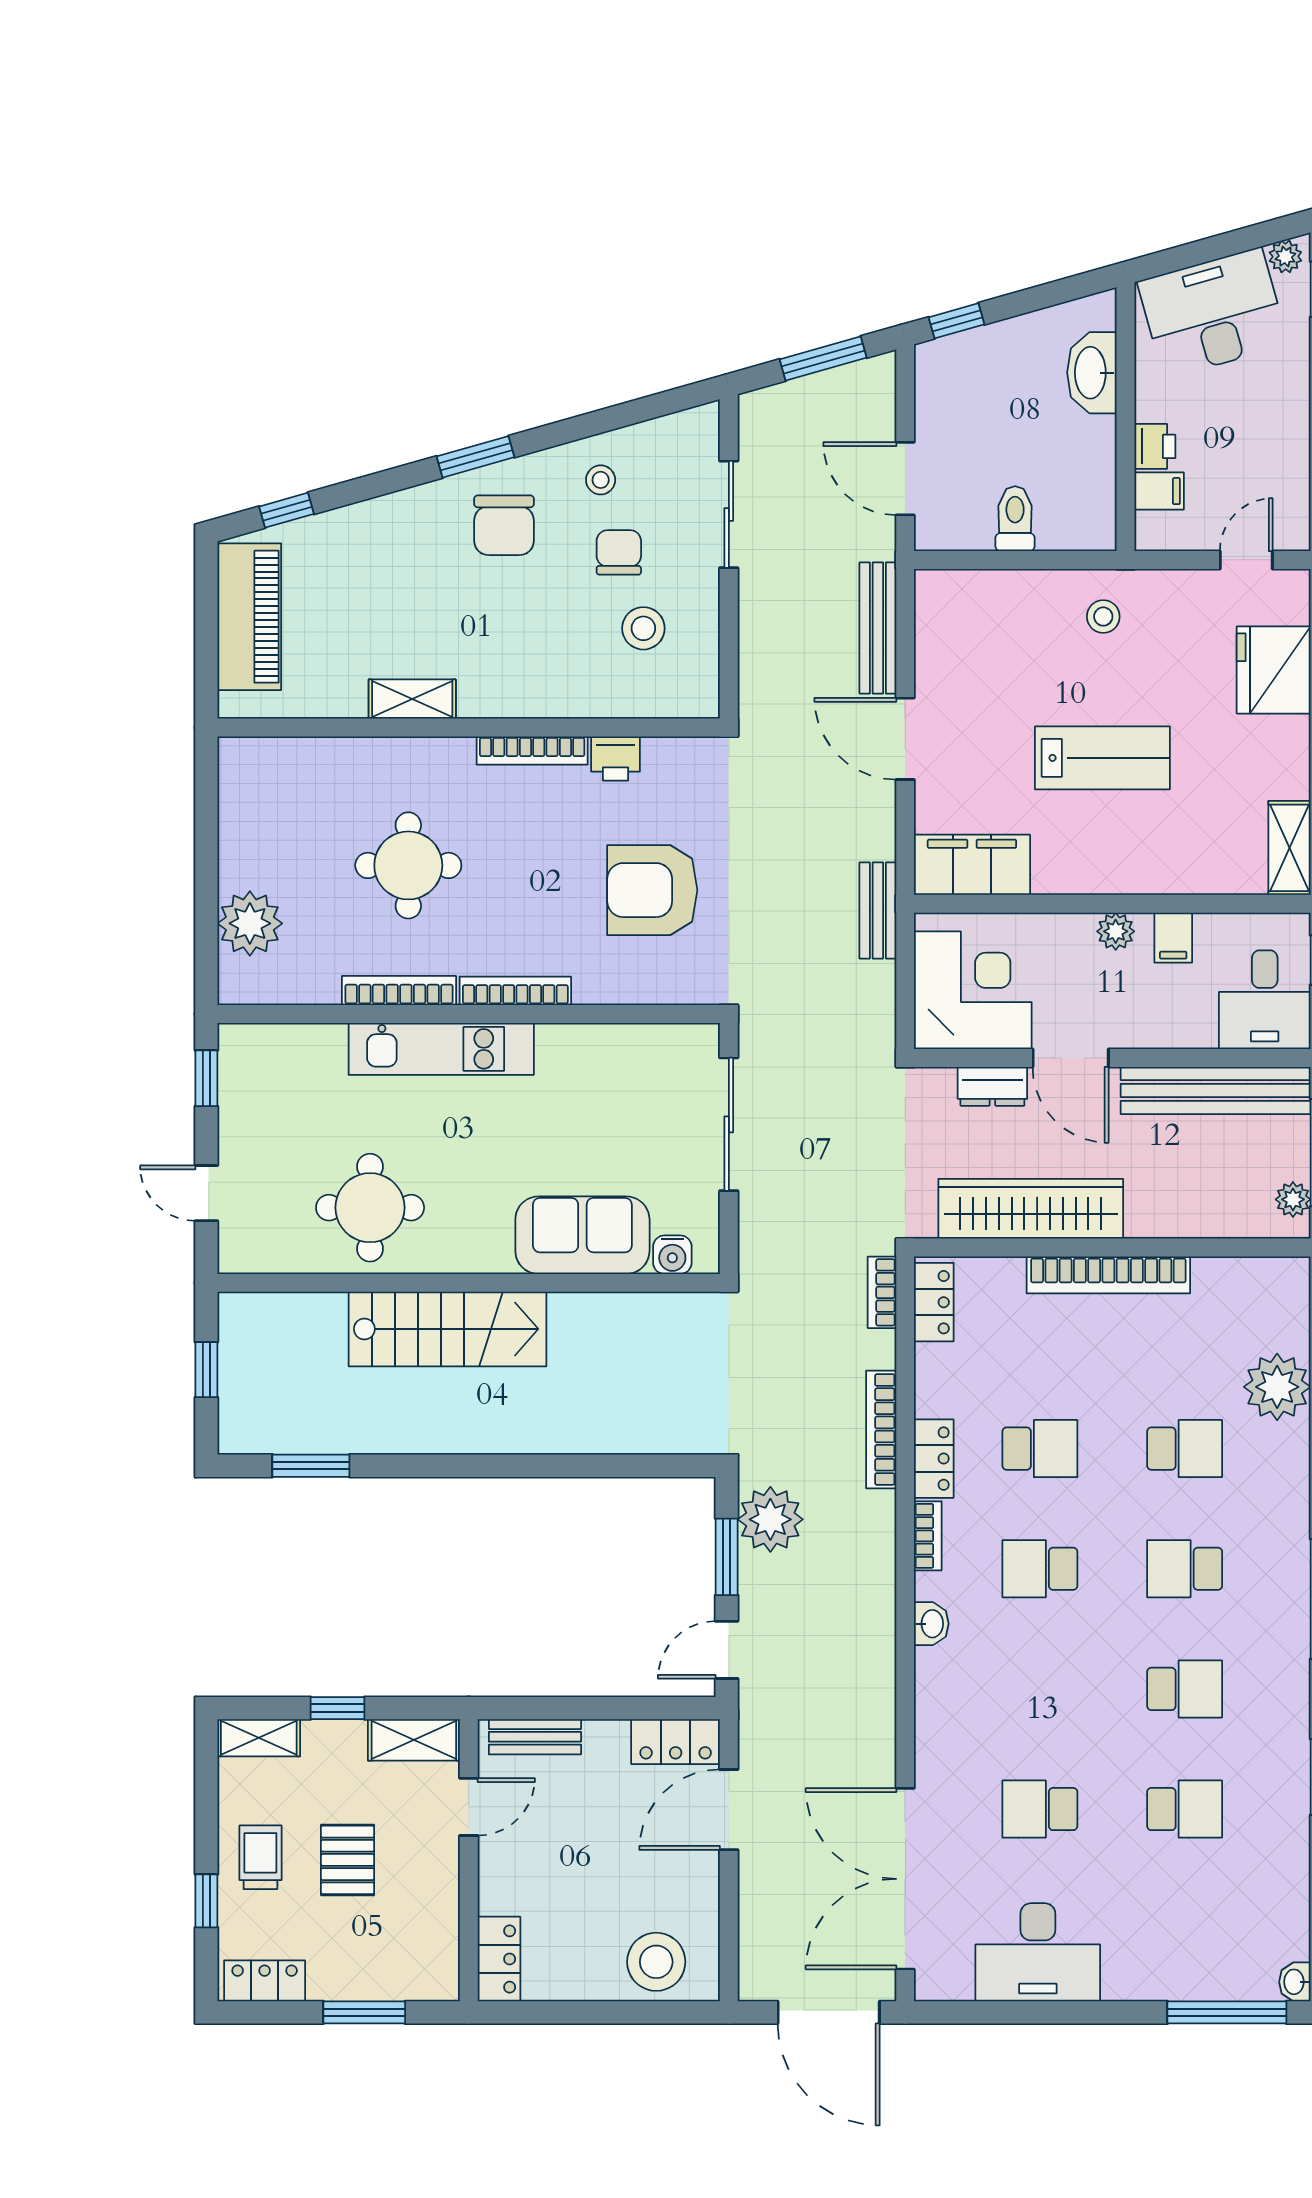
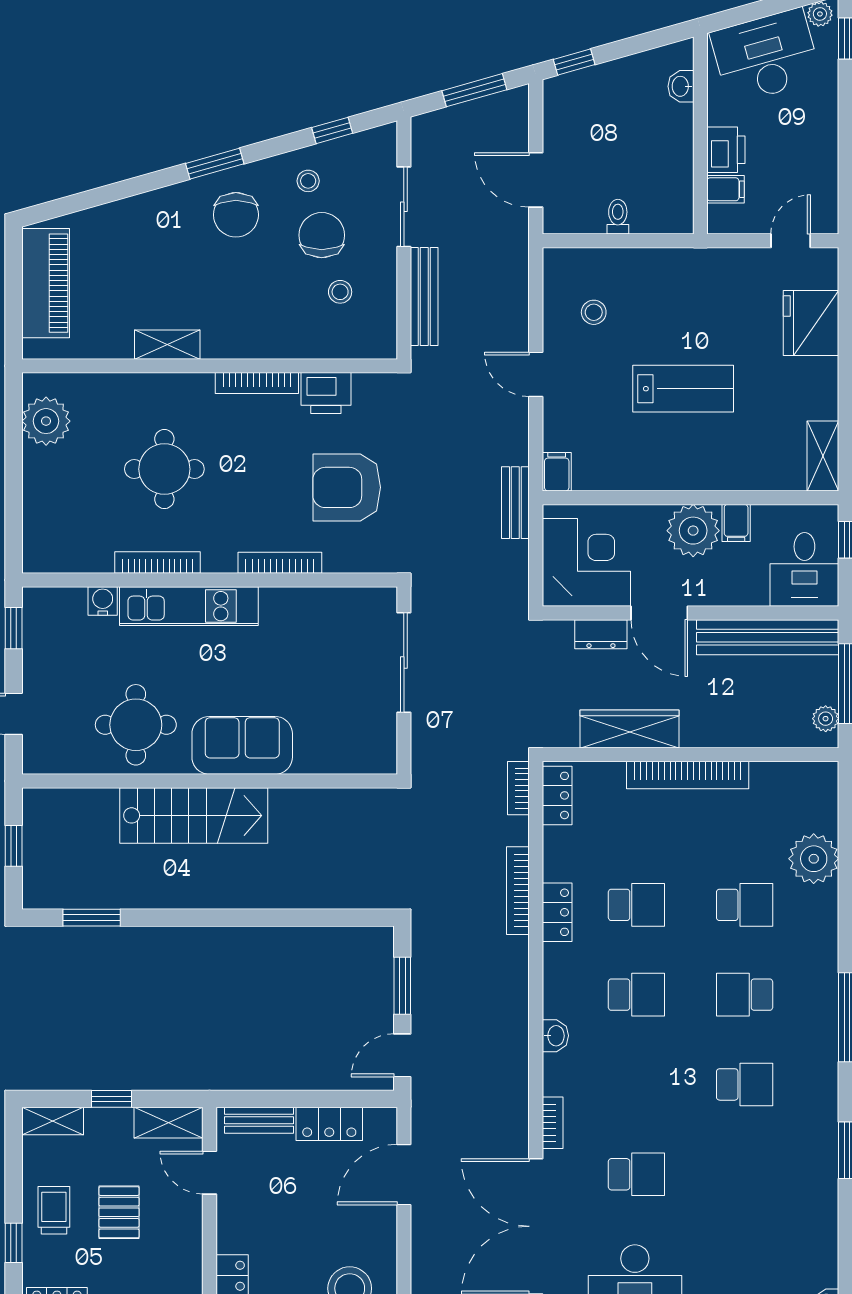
washbasin: (1092, 373) -> (681, 86), width x0.52, depth x0.69
printer: (1155, 446) -> (726, 150), width x1.36, depth x1.24
window: (286, 510) -> (332, 130), moved
toilet: (1015, 519) -> (618, 217), width x0.73, depth x0.72
chair: (619, 552) -> (322, 235), width x1.37, depth x1.37
stool: (1103, 617) -> (594, 312), moved
stool: (643, 628) -> (340, 292), width x0.73, depth x0.73
bench: (878, 628) -> (424, 296), moved
door: (905, 739) -> (536, 374), width x0.73
printer: (616, 758) -> (326, 393), width x1.36, depth x1.24
filing cabinet: (972, 865) -> (557, 472), width x0.33, depth x0.86
plant: (250, 923) -> (46, 421), moved
plant: (1116, 931) -> (693, 531), width x1.88, depth x1.88
bookcase: (515, 991) -> (280, 563), moved
wardrobe: (1031, 1209) -> (630, 729), width x0.71, depth x0.85
sofa: (582, 1235) -> (242, 745), moved
water cooler: (672, 1255) -> (103, 601), moved, turned 180
plant: (770, 1519) -> (435, 958), removed
bookcase: (928, 1536) -> (553, 1123), moved
school desk: (1040, 1569) -> (636, 995), turned 180
locker: (676, 1742) -> (329, 1124), moved
door: (469, 1807) -> (210, 1173), swing flipped
school desk: (1040, 1809) -> (636, 1174), turned 180
school desk: (1185, 1809) -> (745, 1174), removed

